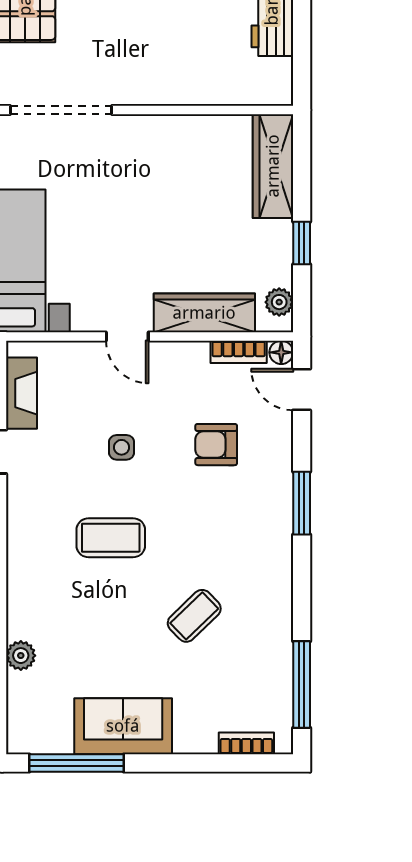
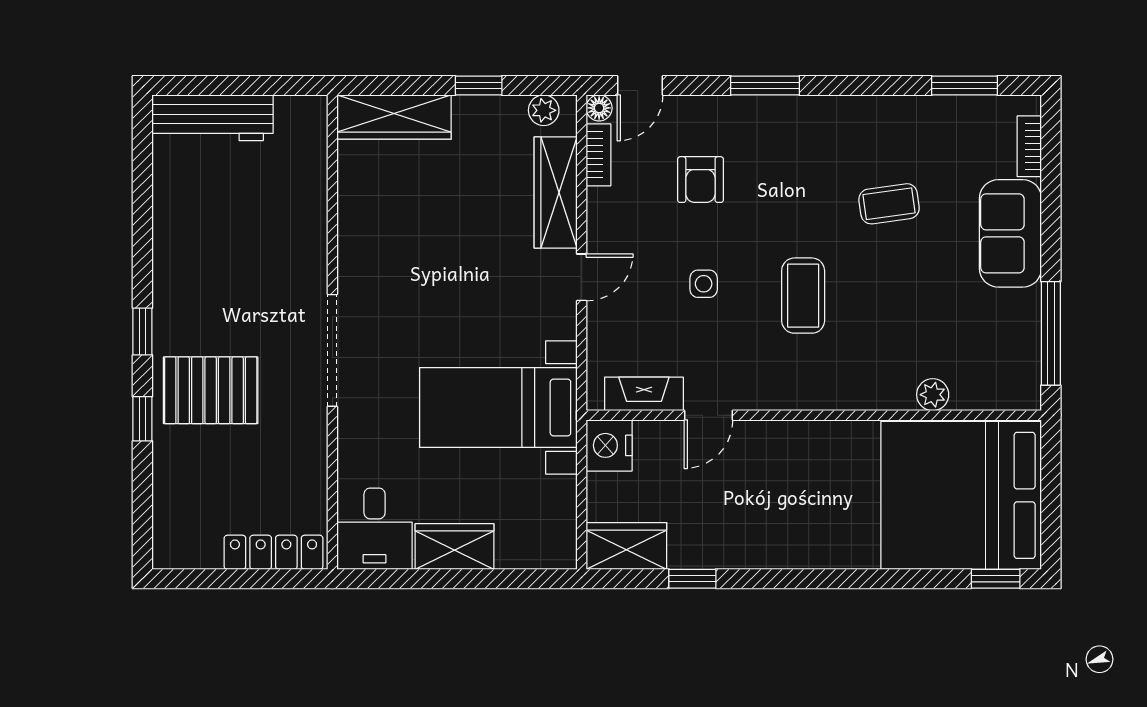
coffee table: (194, 616) -> (889, 204), turned -54
window: (302, 685) -> (965, 86), width x0.69
sofa: (123, 726) -> (1010, 233), moved

